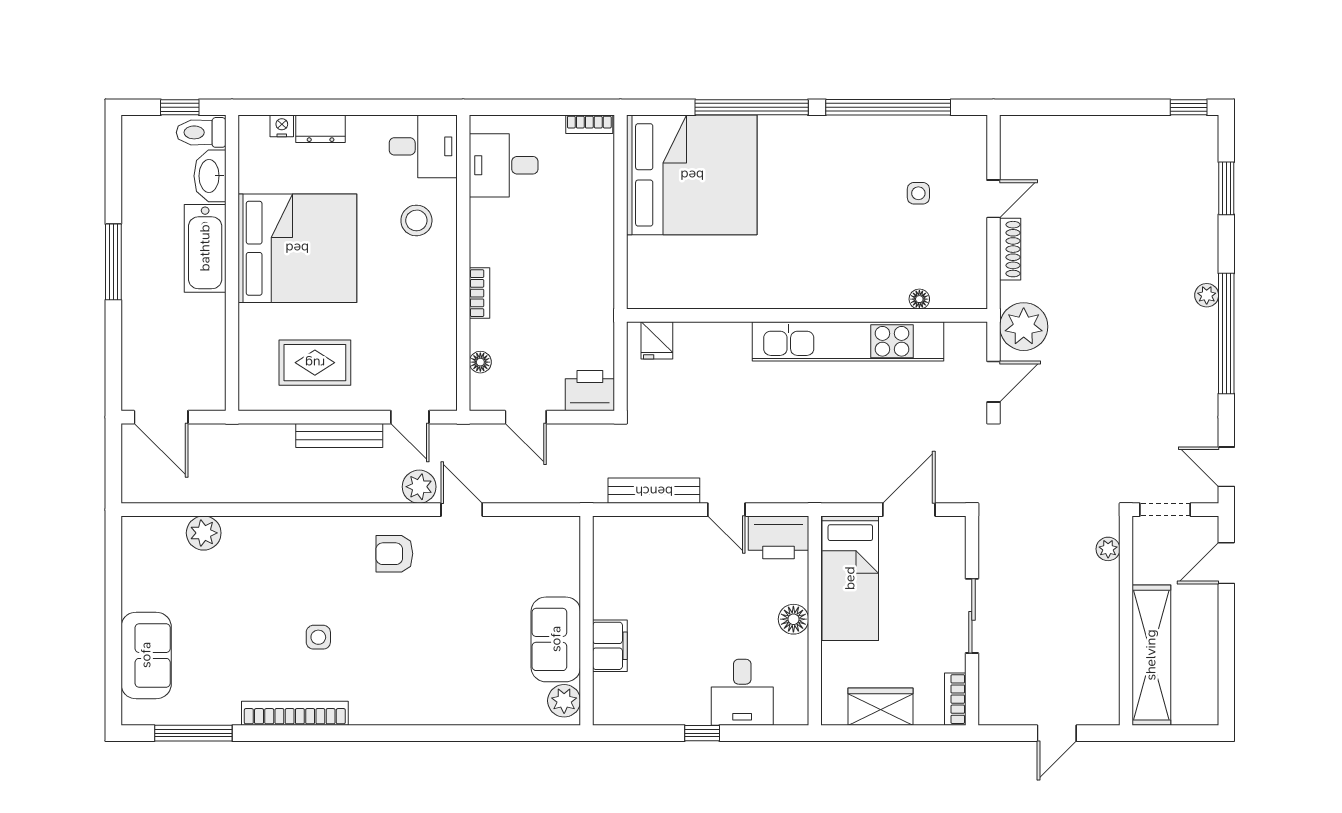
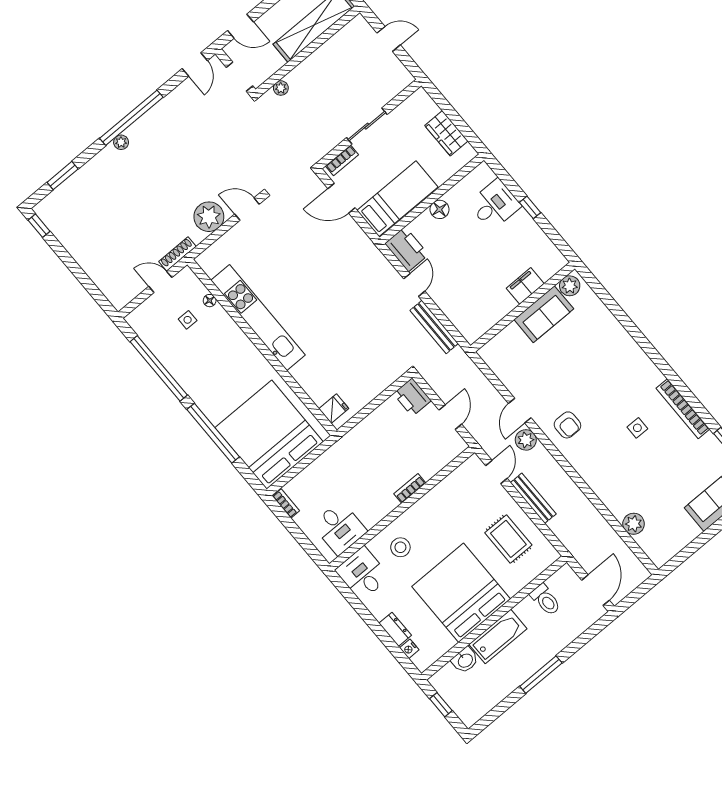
toilet: (201, 132) -> (546, 600), moved
washbasin: (210, 176) -> (465, 660), width x0.72
floor lamp: (919, 299) -> (210, 301), moved
wall: (807, 315) -> (262, 347), moved
fridge: (657, 340) -> (334, 409), moved
kitchen unit: (848, 341) -> (258, 318), moved
floor lamp: (480, 362) -> (442, 461), removed
bookcase: (955, 699) -> (342, 160), moved

